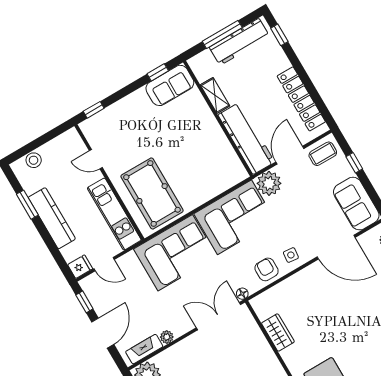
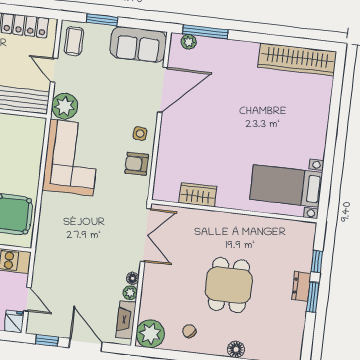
door: (290, 155) -> (54, 70), width x0.73
window: (354, 163) -> (102, 20), width x1.50
corner sofa: (175, 253) -> (63, 231), removed
door: (104, 264) -> (27, 299), hinge flipped
floor lamp: (242, 294) -> (133, 278), moved
double door: (218, 316) -> (146, 235), swing flipped

